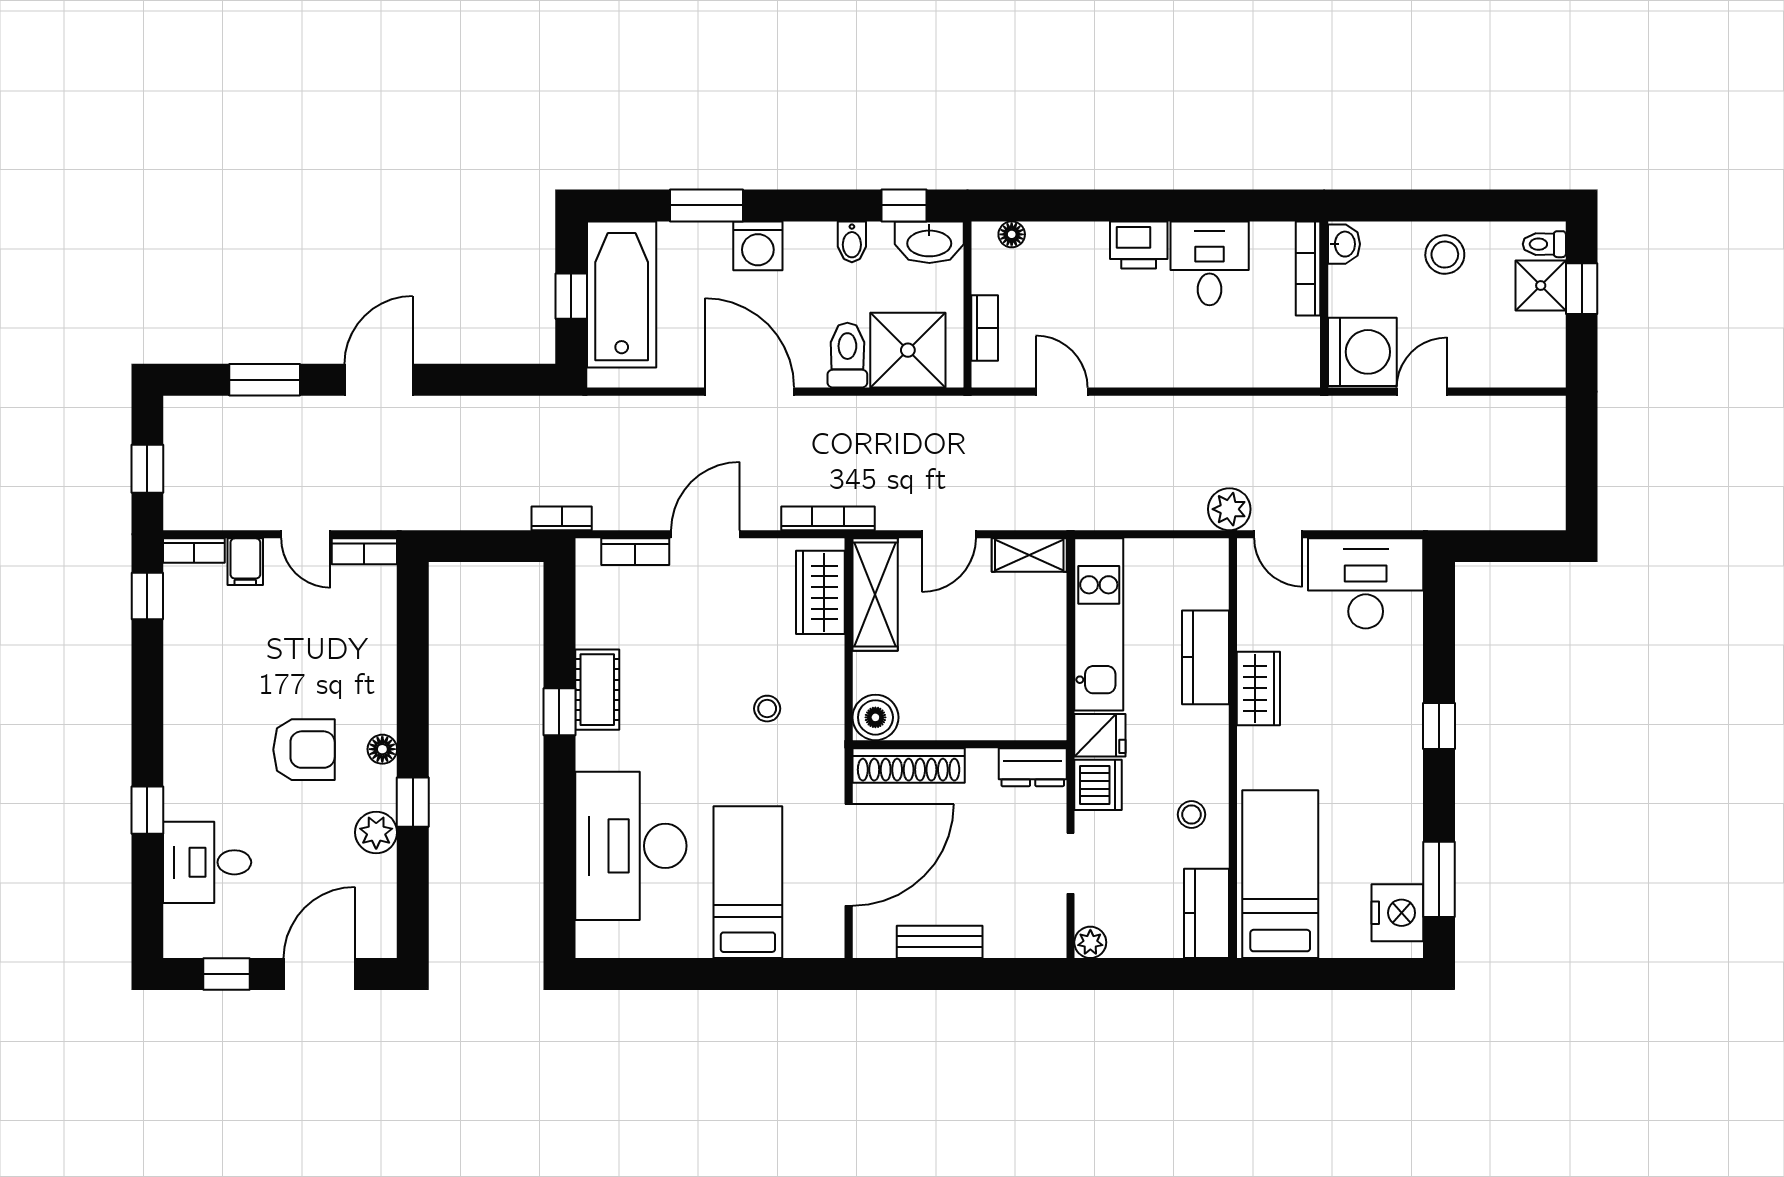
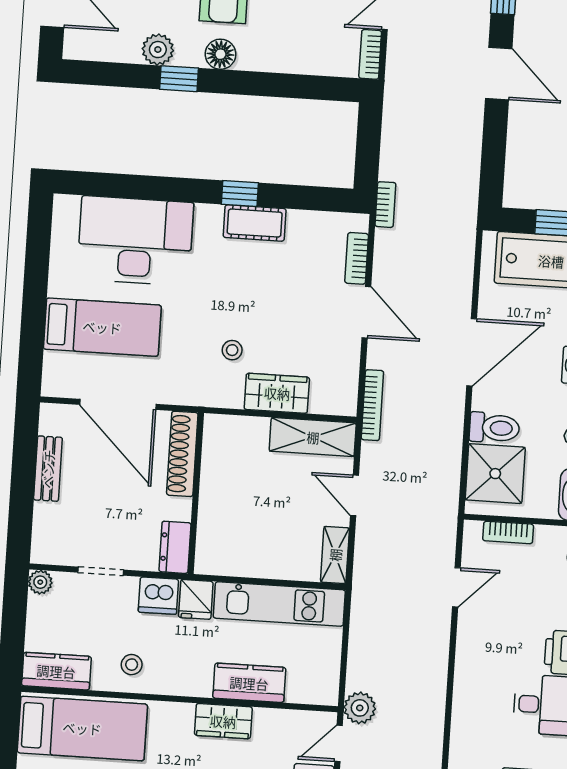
wardrobe: (820, 592) -> (277, 393), moved
boiler: (875, 717) -> (220, 431), removed
floor lamp: (382, 749) -> (220, 54), width x1.37, depth x1.37

